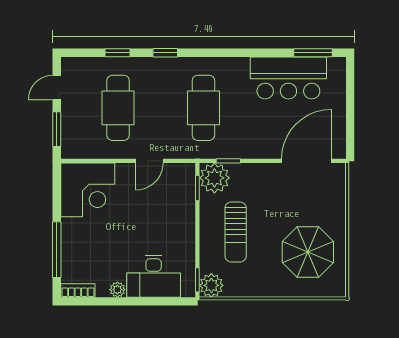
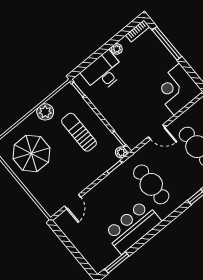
bar counter: (288, 78) -> (132, 227), moved
door: (149, 161) -> (157, 132), swing flipped
door: (306, 161) -> (73, 202), width x0.53
plant: (214, 178) -> (121, 152), width x0.53, depth x0.53
plant: (211, 285) -> (45, 112), moved

